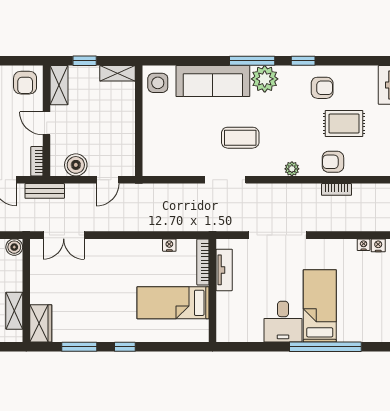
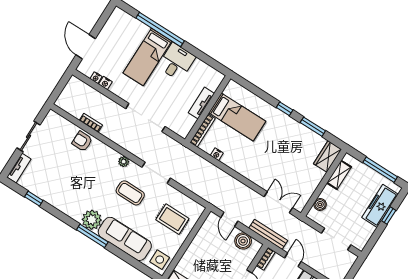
window: (303, 61) -> (34, 199), moved
armchair: (322, 88) -> (60, 192), removed
rug: (344, 123) -> (172, 219), moved
armchair: (333, 162) -> (82, 141), turned 180
plant: (292, 169) -> (124, 162), moved
door: (107, 180) -> (229, 219), swing flipped
bench: (45, 191) -> (268, 234), width x1.36
nightstand: (378, 245) -> (105, 83), moved
boiler: (14, 247) -> (320, 204), moved
tv unit: (224, 270) -> (201, 103), moved

